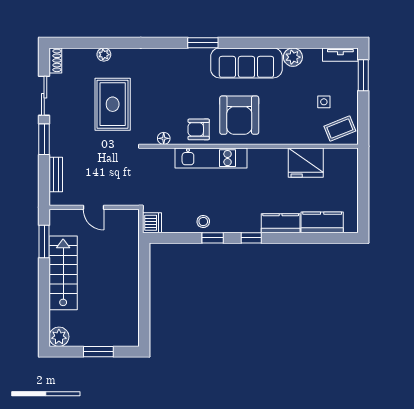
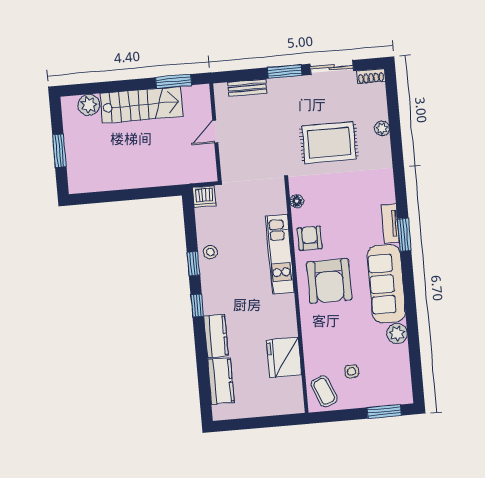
tv unit: (340, 55) -> (390, 224), moved
armchair: (239, 115) -> (329, 281), turned -90
plant: (59, 337) -> (89, 105), moved

